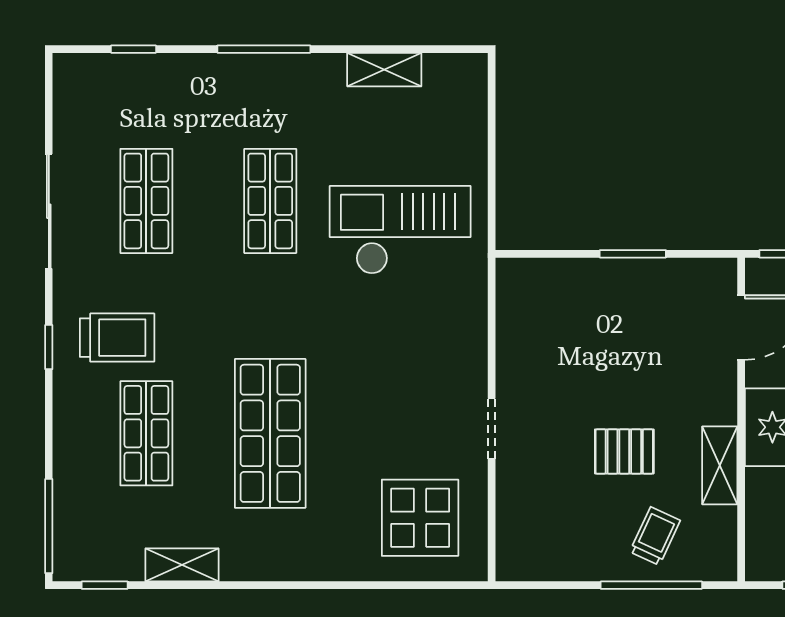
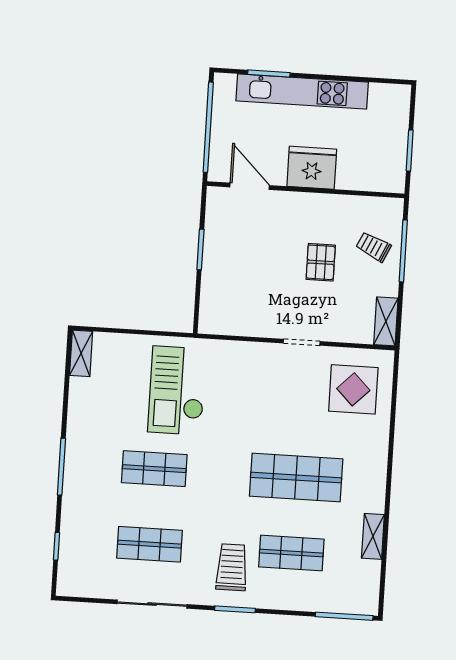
shelving: (384, 70) -> (81, 353), moved
window: (49, 347) -> (235, 609), width x1.50
shelving: (720, 465) -> (386, 321), moved, turned 90
window: (105, 585) -> (382, 584), removed

